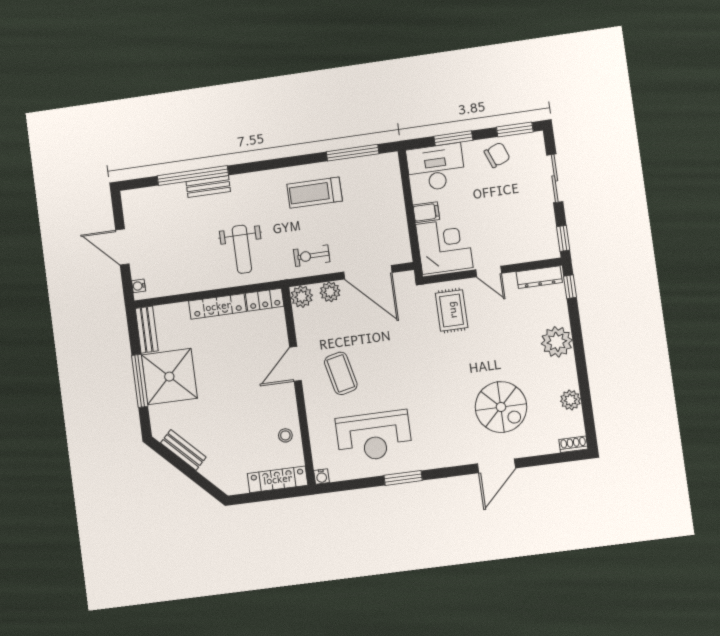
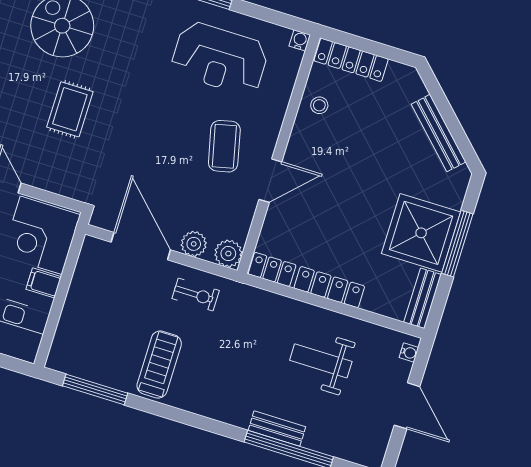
treadmill: (315, 193) -> (159, 365), turned -90
weight bench: (242, 249) -> (321, 361), moved, turned -90
rug: (452, 310) -> (70, 109), moved
reception desk: (374, 436) -> (220, 59), turned 180
bench: (183, 450) -> (439, 133), width x1.36

